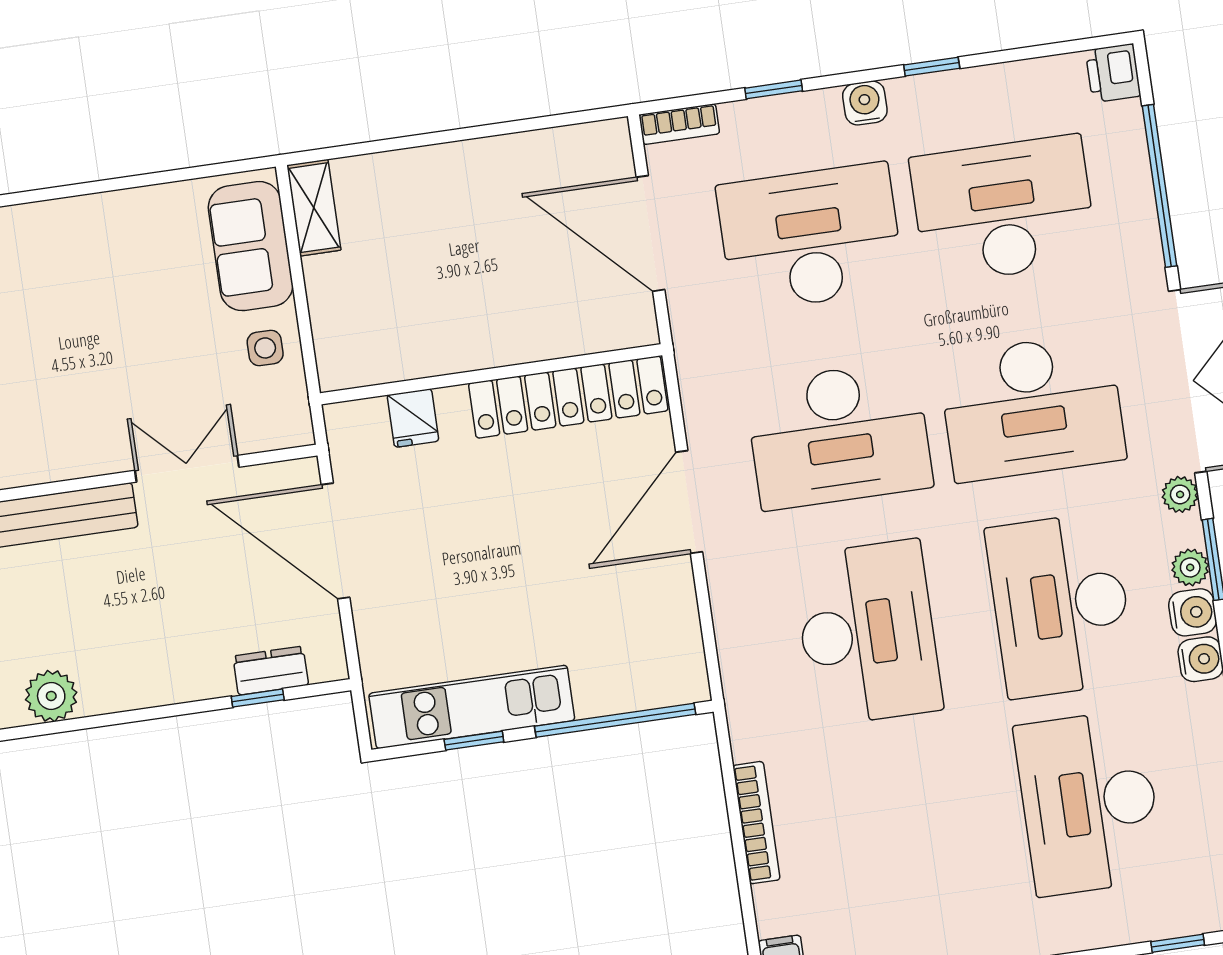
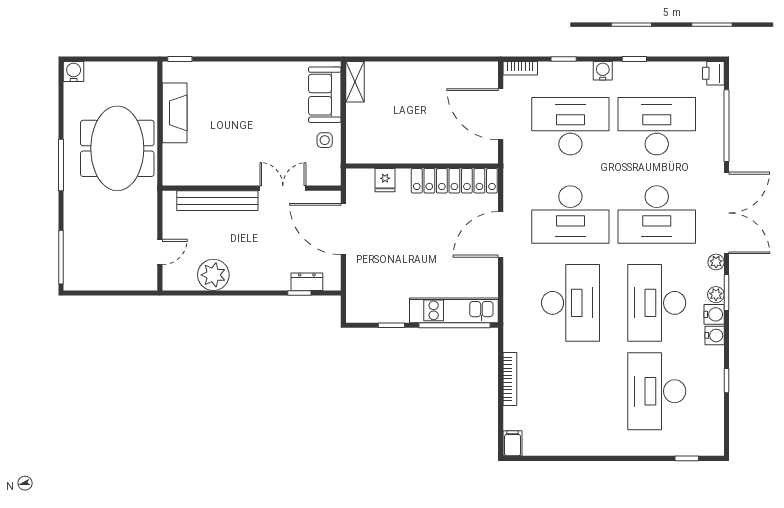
plant: (51, 696) -> (213, 275), width x1.36, depth x1.36
kitchen unit: (472, 707) -> (454, 310), moved

